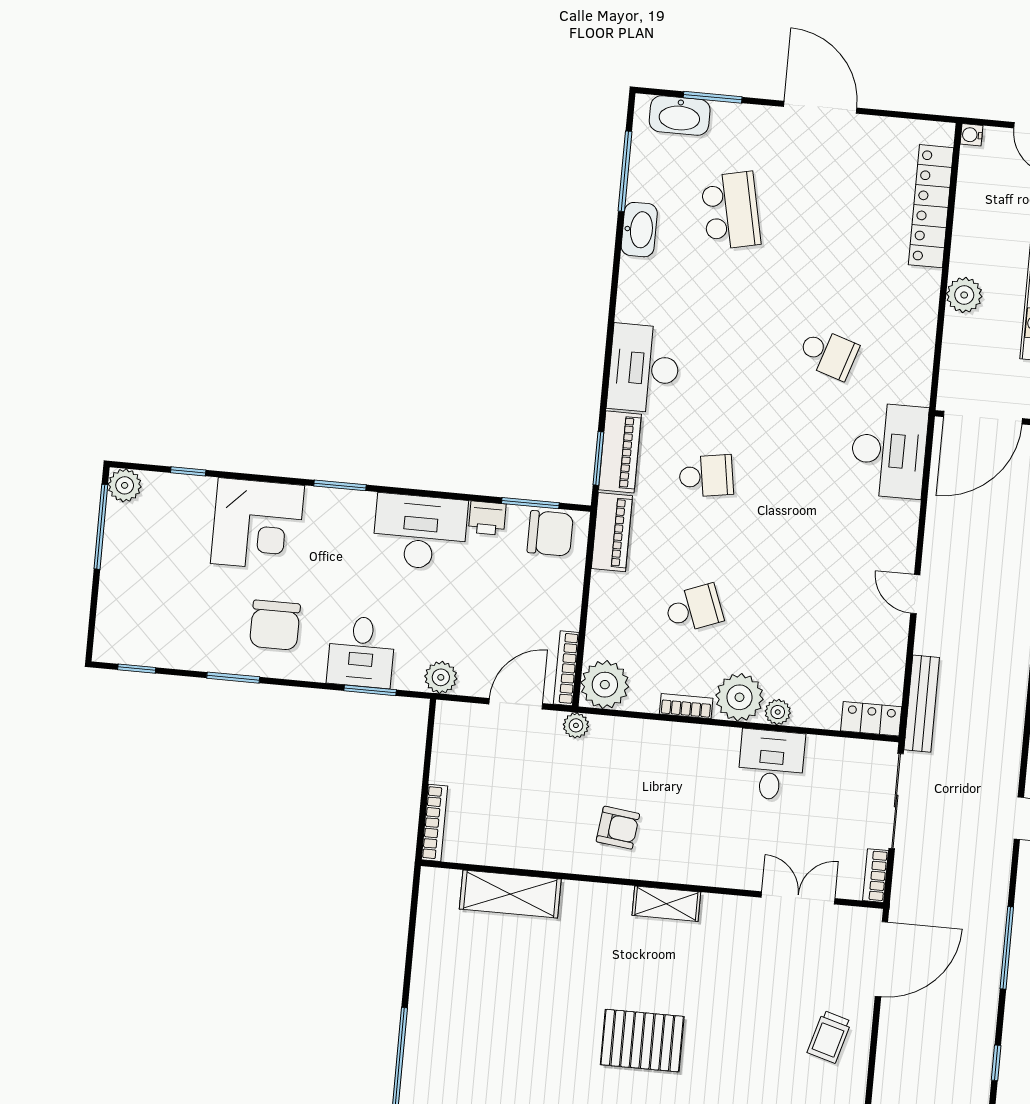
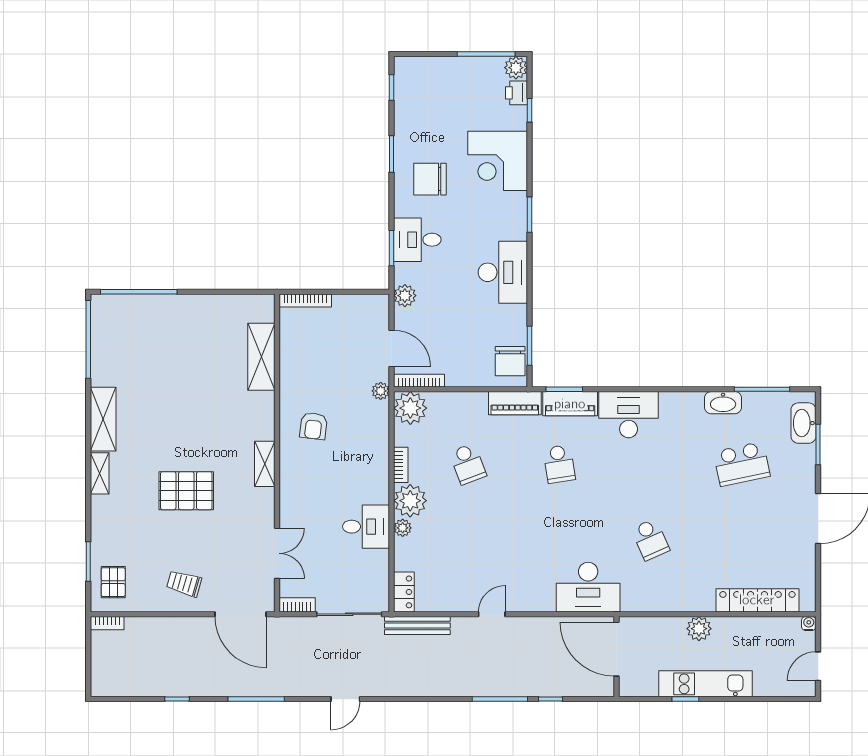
school desk: (828, 353) -> (650, 540), turned -42
printer: (487, 518) -> (516, 93), moved
pallet: (642, 1041) -> (186, 491), moved, turned 90

